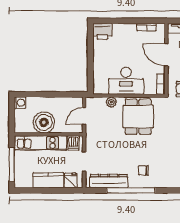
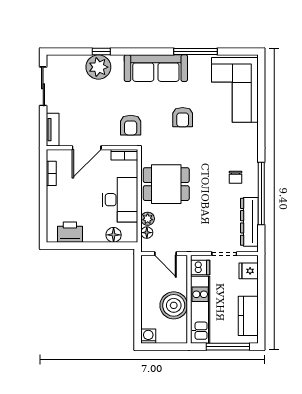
printer: (102, 31) -> (70, 232), moved, turned -90
floor lamp: (99, 76) -> (114, 235), added
floor lamp: (100, 101) -> (147, 233), added
kitchen counter: (48, 180) -> (248, 316), moved

